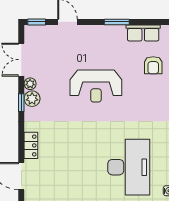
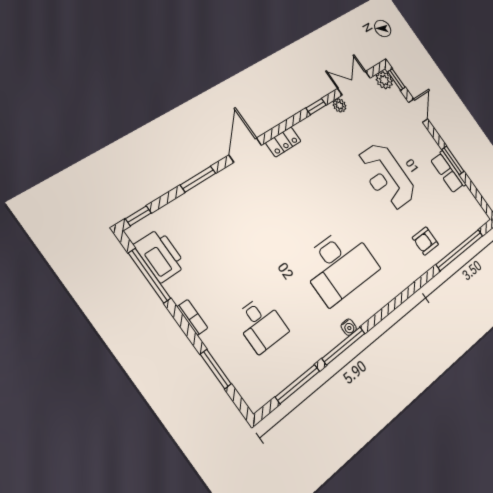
row of seats: (143, 33) -> (448, 172), moved
armchair: (153, 65) -> (425, 241), moved
plant: (32, 99) -> (384, 80), moved

